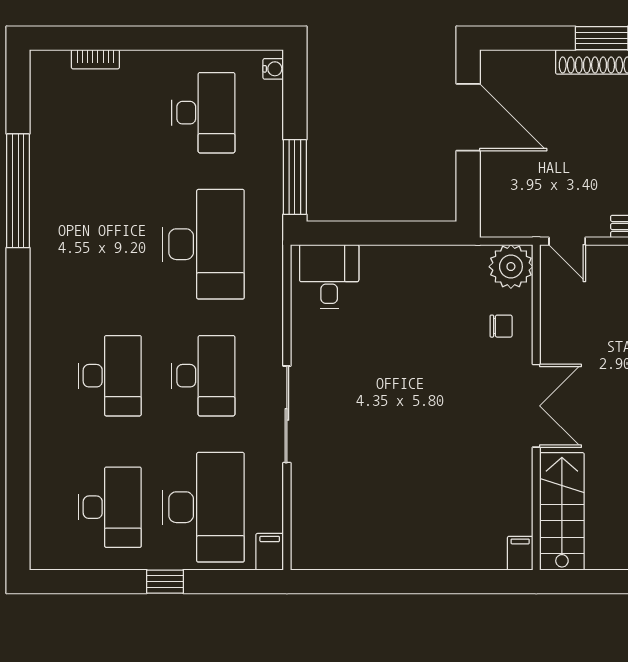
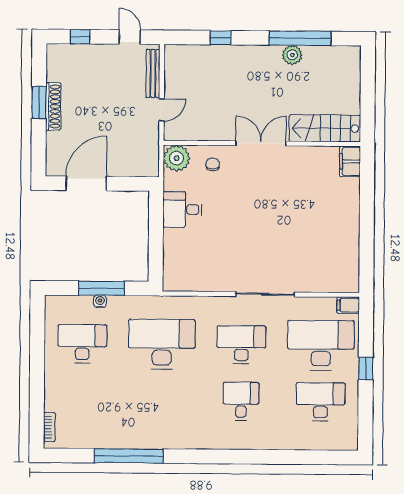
bookcase: (95, 59) -> (49, 427), moved
water cooler: (273, 69) -> (100, 301), moved
window: (295, 177) -> (102, 288), moved
door: (567, 241) -> (162, 110), moved
desk: (329, 277) -> (182, 209), moved
desk: (110, 376) -> (241, 401), width x0.73
filing cabinet: (520, 553) -> (350, 161), width x2.00

